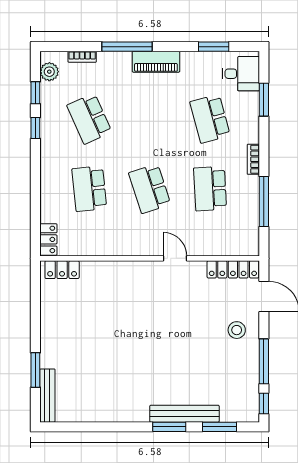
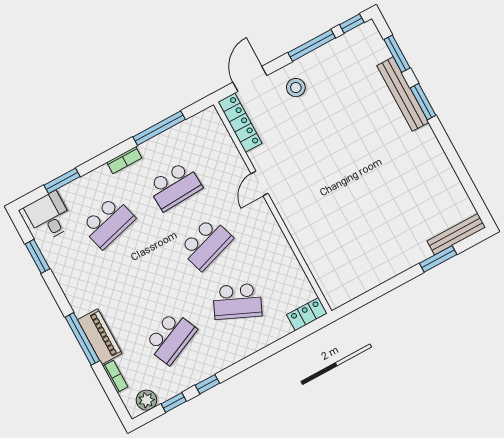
piano: (156, 62) -> (100, 337), moved
school desk: (89, 189) -> (237, 301), turned 30
locker: (62, 270) -> (329, 285), removed

